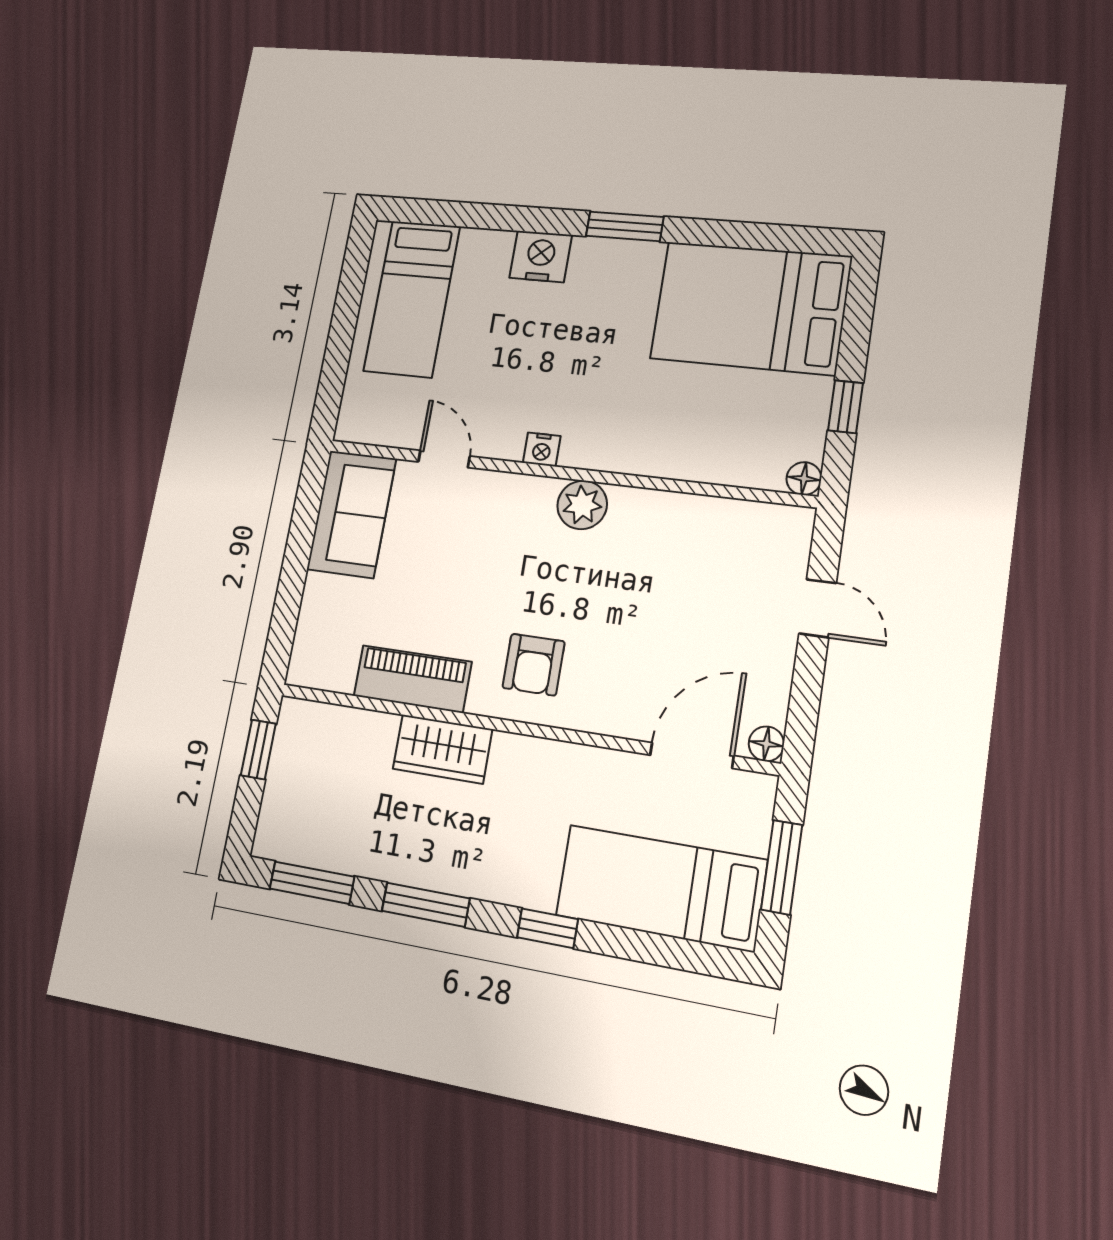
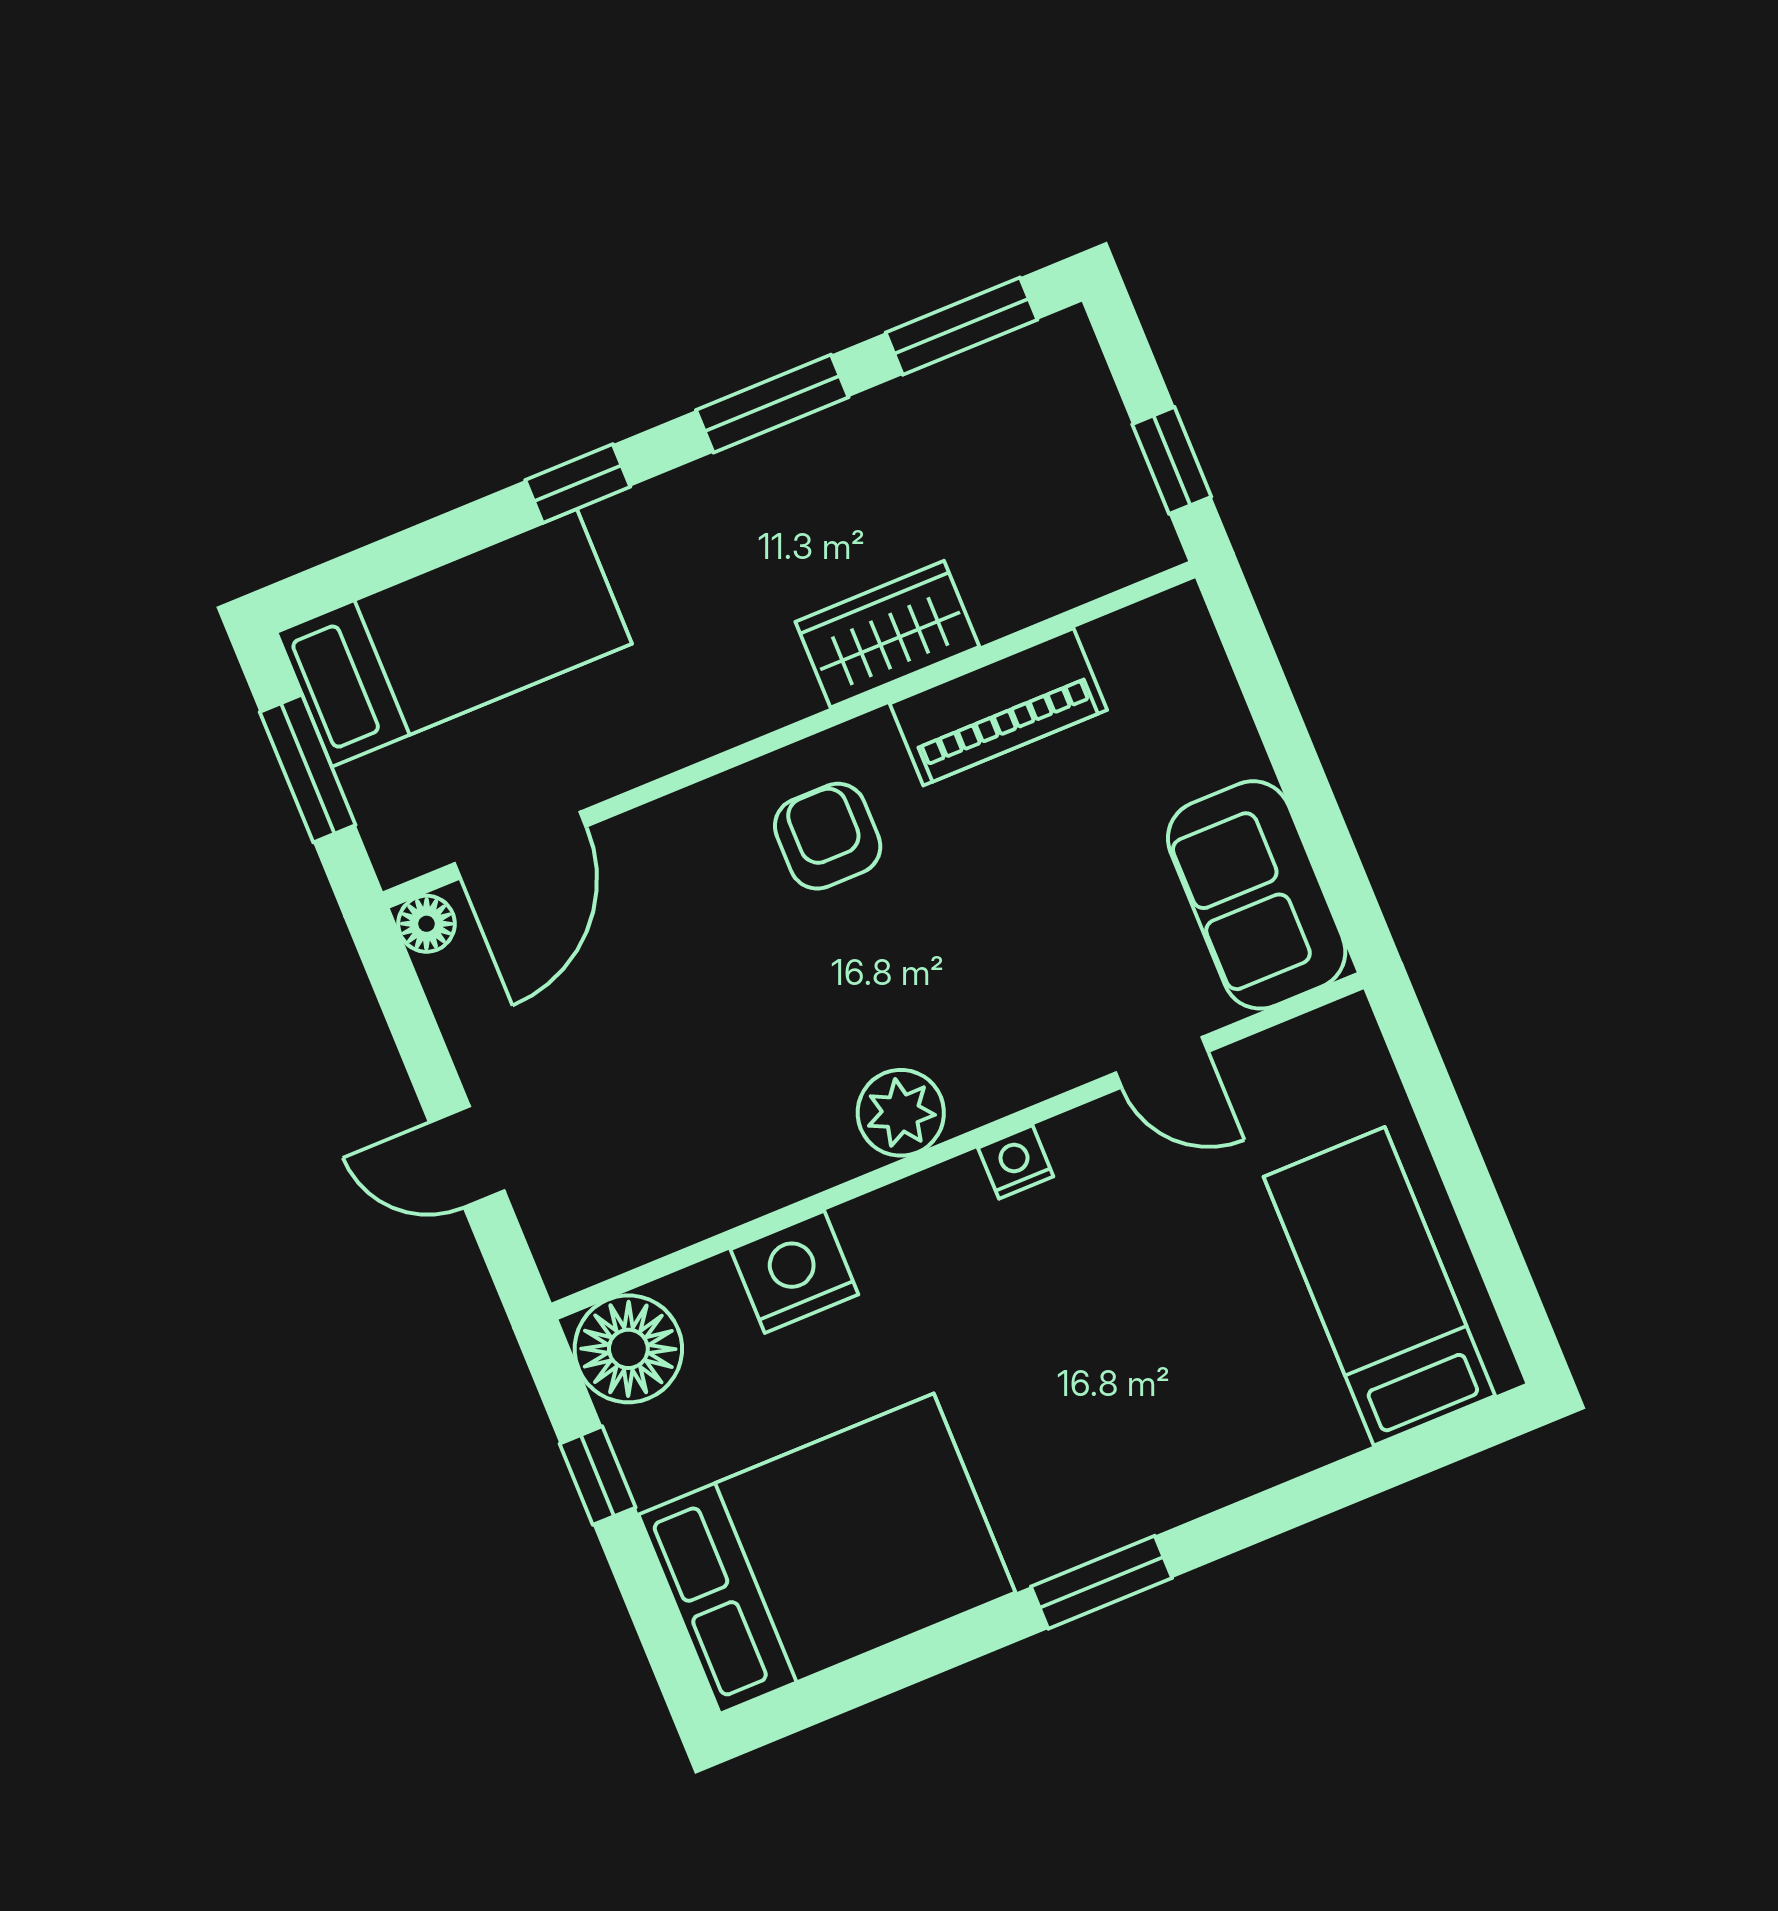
nightstand: (541, 256) -> (794, 1272), moved, turned 180
floor lamp: (804, 479) -> (628, 1349), width x1.89, depth x1.89

